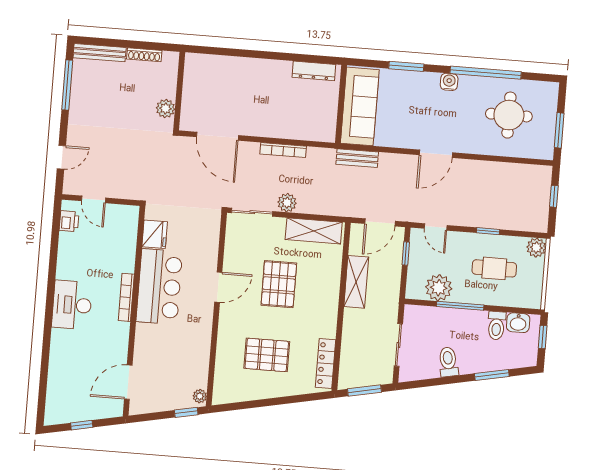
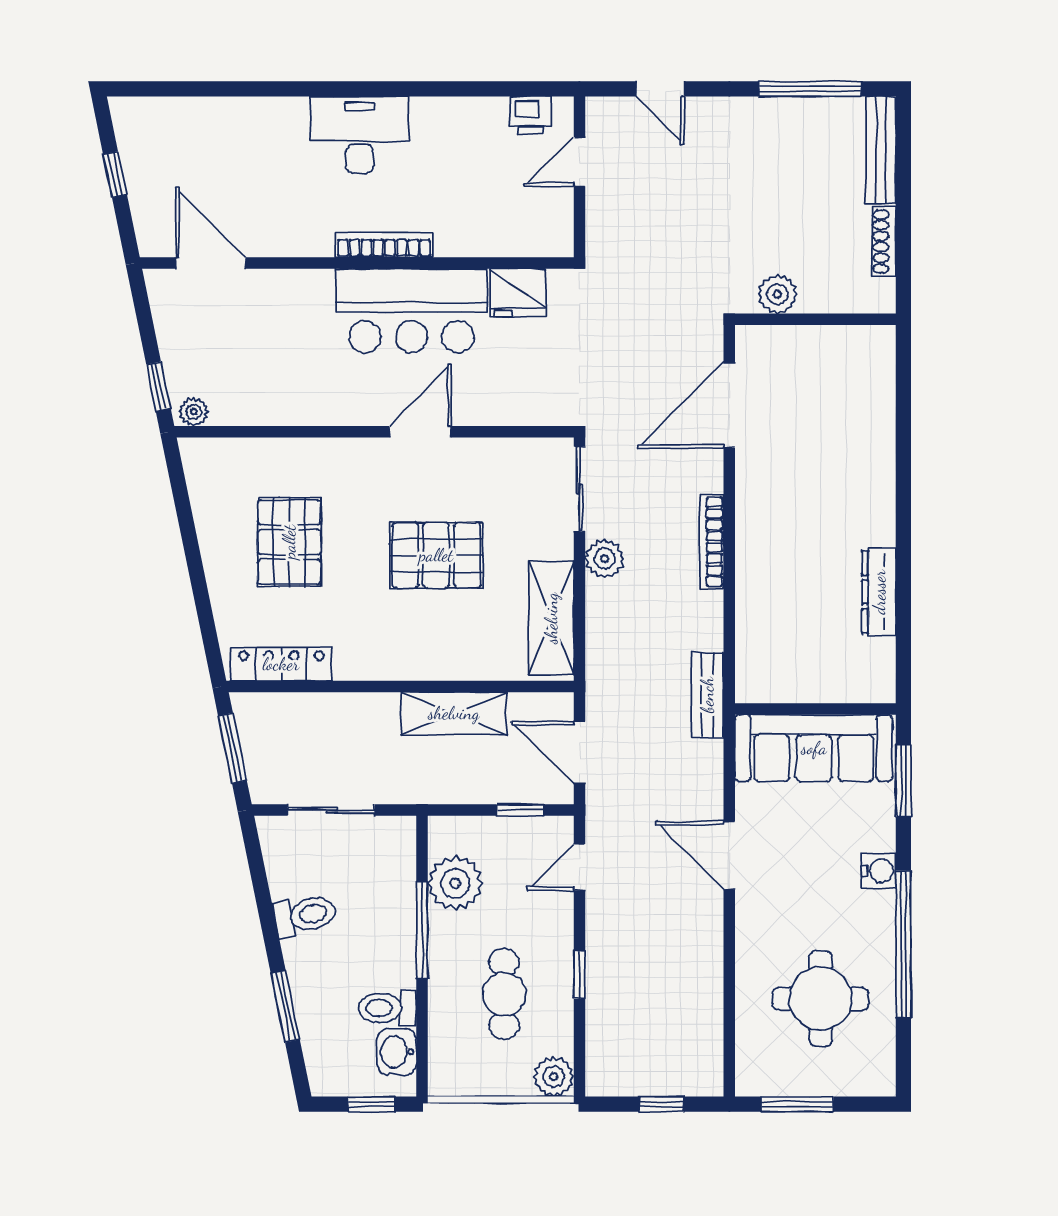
wall: (341, 104) -> (815, 709), moved
sofa: (360, 106) -> (814, 748), moved
door: (218, 287) -> (420, 432), swing flipped

